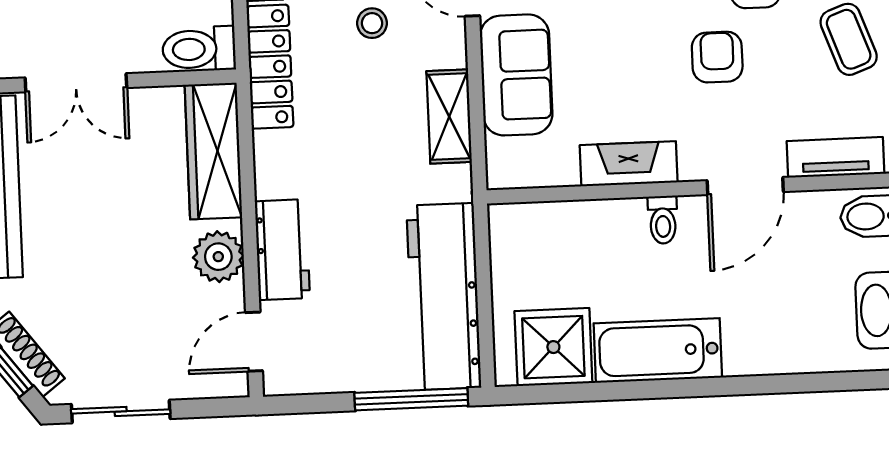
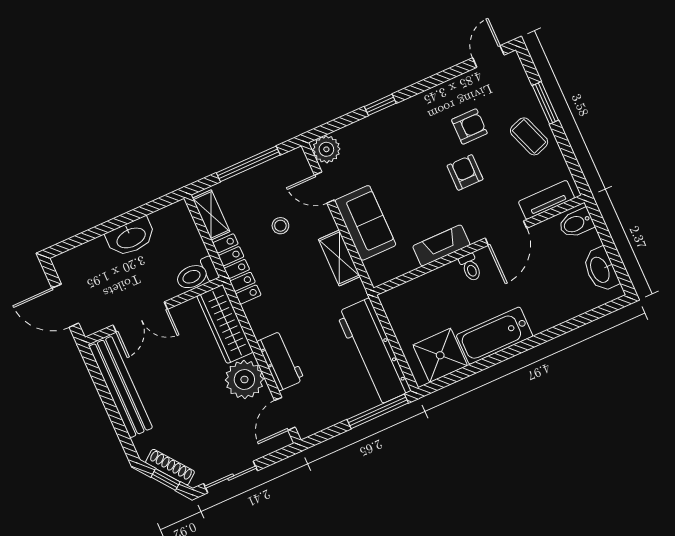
plant: (218, 257) -> (244, 380), width x1.36, depth x1.36

